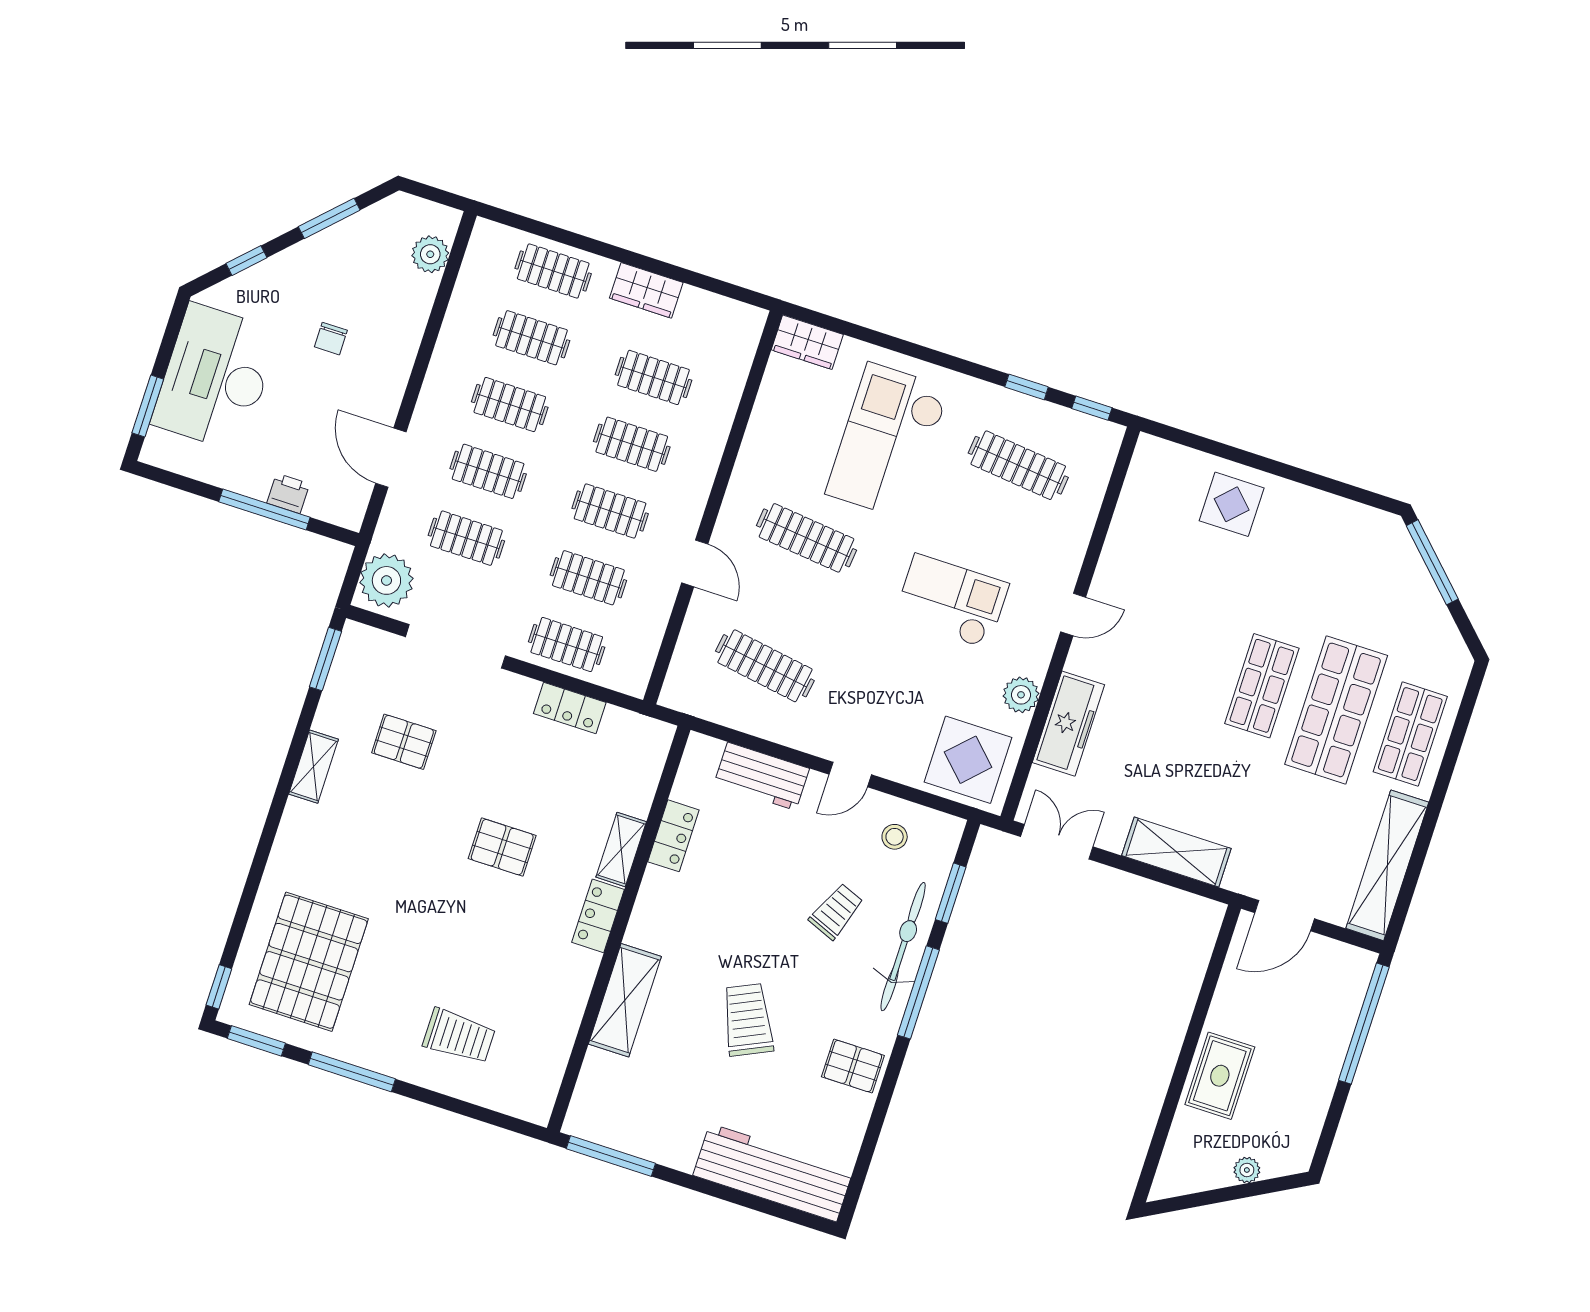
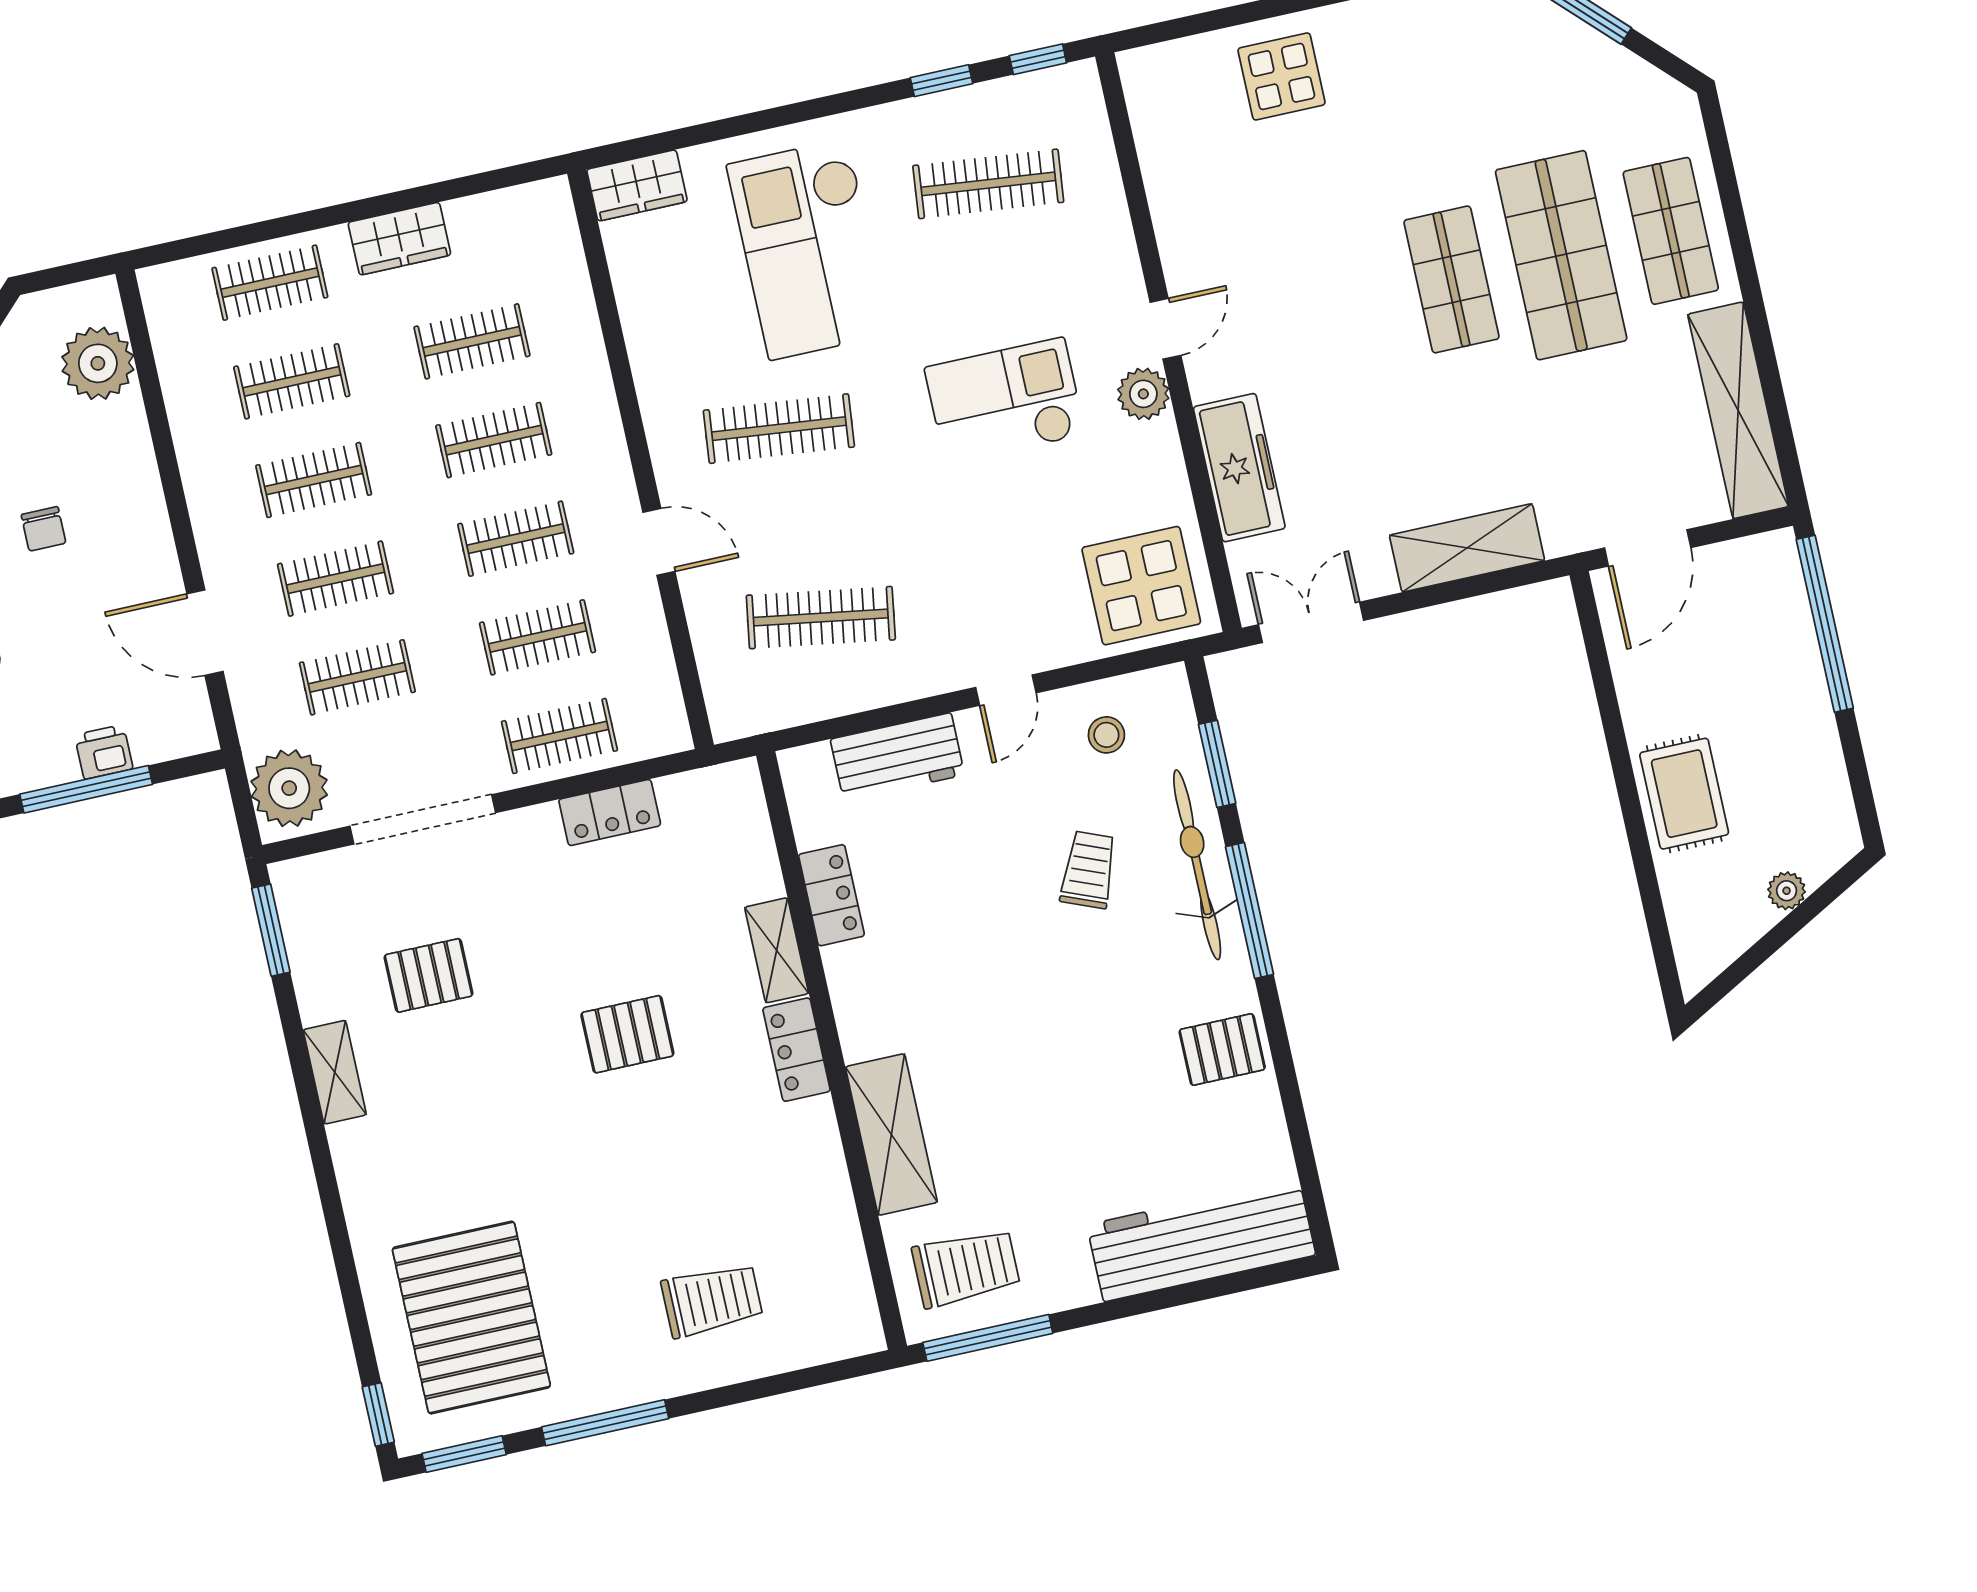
plant: (430, 254) -> (98, 363), width x1.36, depth x1.36
plant: (1021, 695) -> (1143, 394), moved
trolley: (748, 1020) -> (966, 1268), moved, turned 115

